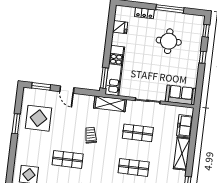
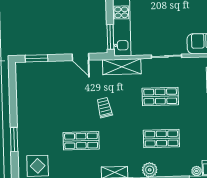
door: (67, 90) -> (80, 57), moved
display table: (39, 118) -> (39, 97), removed
window: (16, 124) -> (14, 139), moved

